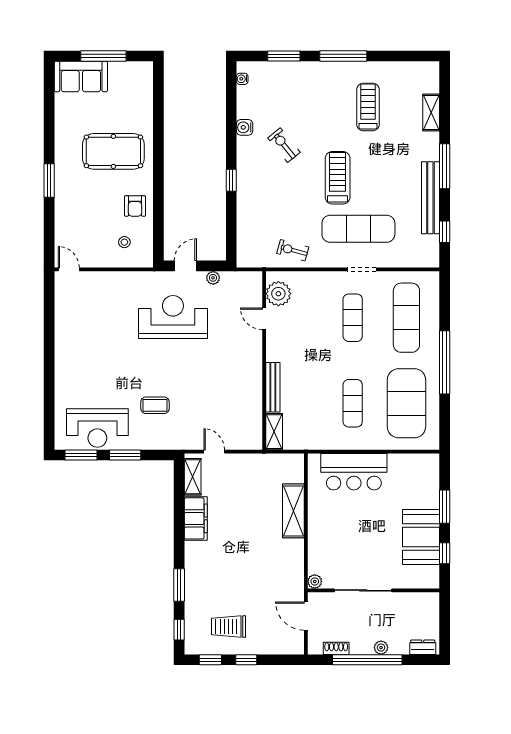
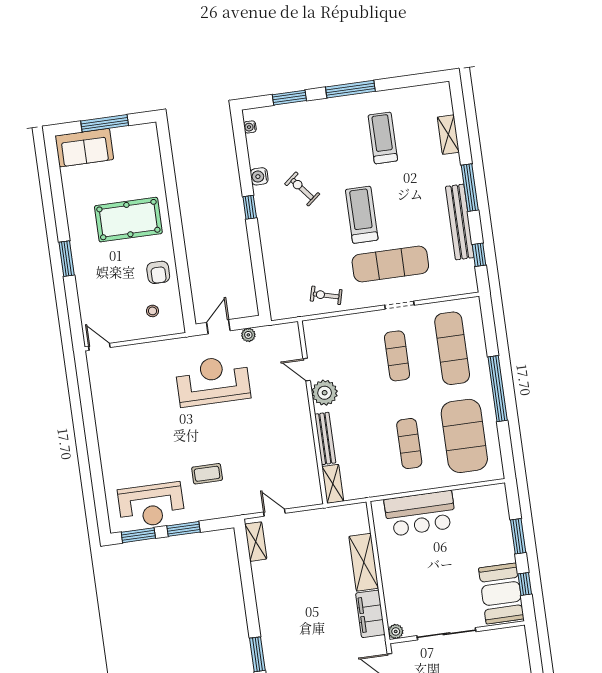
window: (231, 180) -> (250, 207), moved
plant: (278, 294) -> (325, 393), moved
filing cabinet: (196, 518) -> (370, 614), moved, turned 180
booth: (421, 537) -> (501, 593), moved

